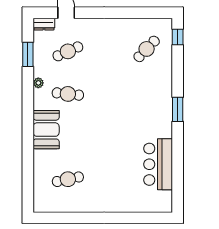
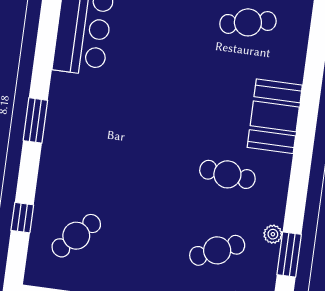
window: (178, 37) -> (22, 218), moved
plant: (38, 83) -> (273, 234), moved

